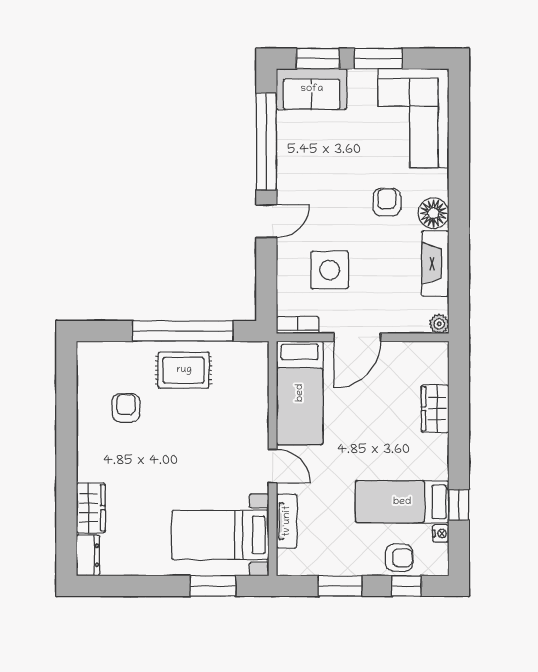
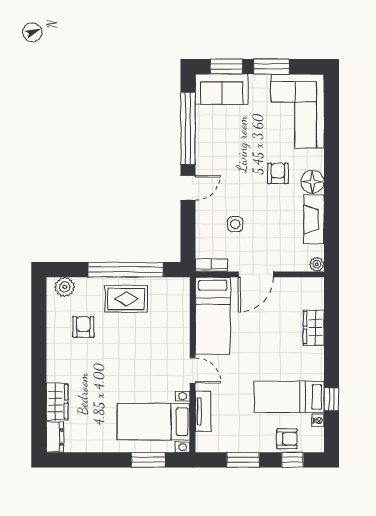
side table: (330, 270) -> (235, 224), width x0.54, depth x0.54
plant: (101, 354) -> (65, 287), added

